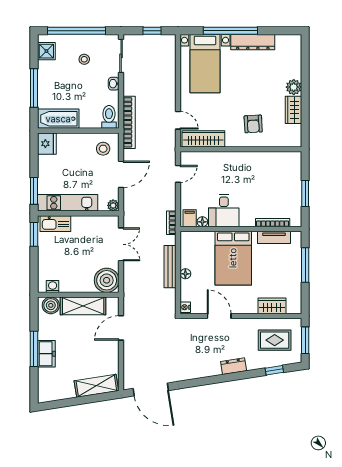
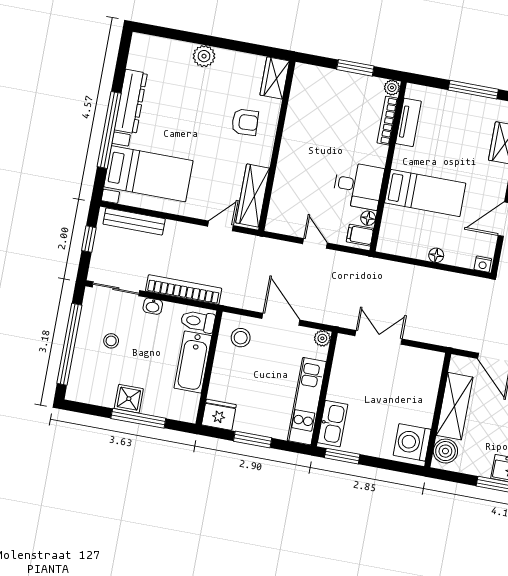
shower: (46, 51) -> (129, 399), moved
wardrobe: (293, 110) -> (275, 78), moved, turned 90
bathtub: (58, 119) -> (193, 362), moved
bookcase: (129, 122) -> (184, 290), moved
door: (178, 174) -> (315, 243), moved
window: (34, 191) -> (253, 440), moved
plant: (296, 221) -> (392, 88), added
bookcase: (171, 223) -> (361, 262), removed
bed: (233, 258) -> (425, 193), width x0.67
window: (305, 265) -> (473, 90), moved
bench: (170, 267) -> (134, 221), moved
boiler: (107, 280) -> (425, 367), removed
washing machine: (53, 286) -> (412, 442), width x1.89, depth x1.89

